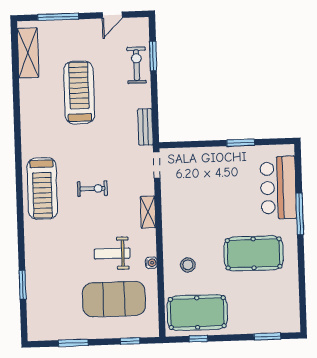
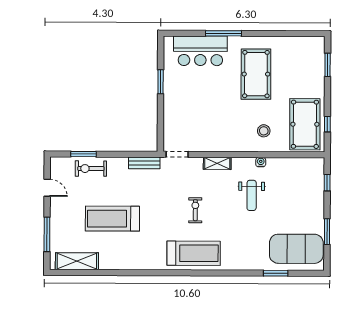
exercise mat: (114, 299) -> (296, 249), moved, turned 90

